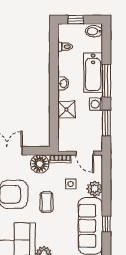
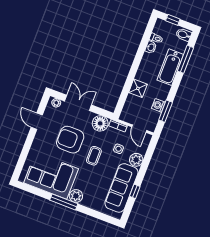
window: (106, 81) -> (185, 59), moved
washbasin: (63, 84) -> (151, 47), moved
washing machine: (96, 104) -> (158, 105), moved

